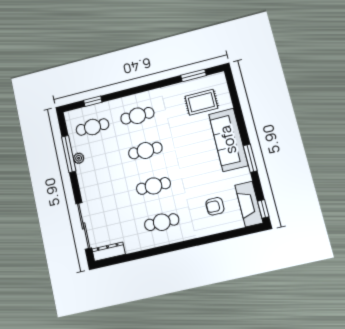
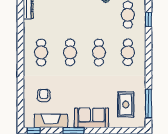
window: (193, 75) -> (149, 104), width x1.44
sofa: (228, 140) -> (92, 118), width x0.73
fireplace: (249, 204) -> (51, 121), moved

